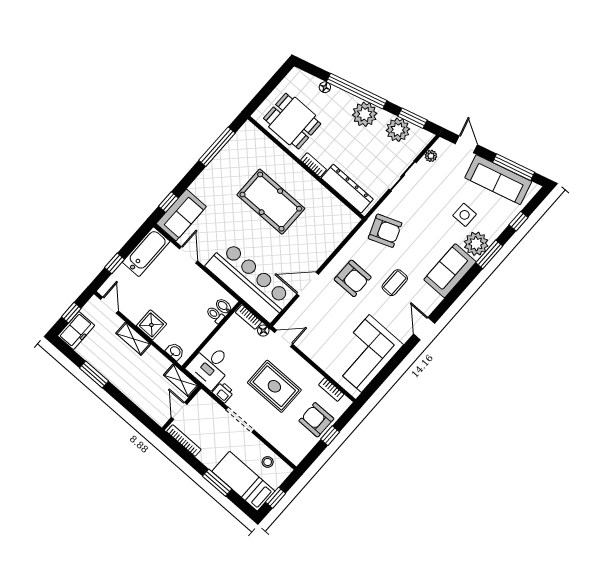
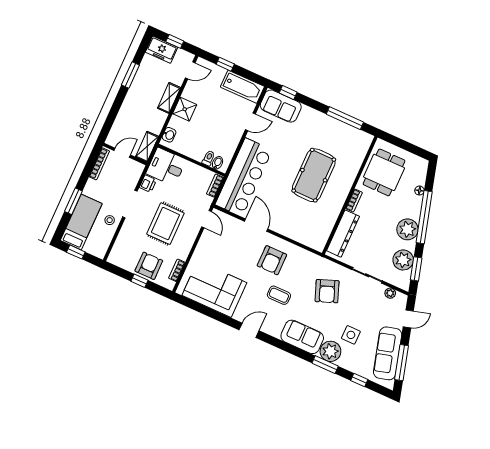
armchair: (385, 231) -> (327, 291), moved
floor lamp: (263, 331) -> (208, 201), removed
stool: (268, 462) -> (110, 220), moved

